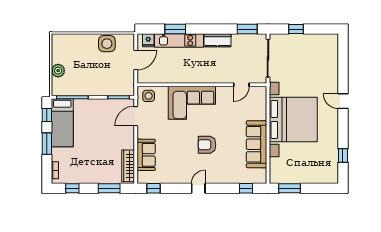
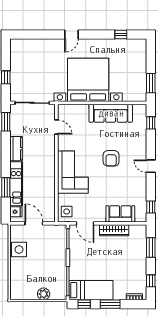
wardrobe: (128, 166) -> (114, 230), moved

